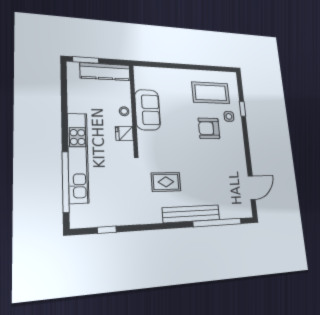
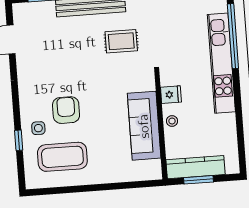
window: (86, 60) -> (198, 180), moved
sofa: (148, 110) -> (144, 126), width x1.36
armchair: (209, 128) -> (66, 110), turned -90

